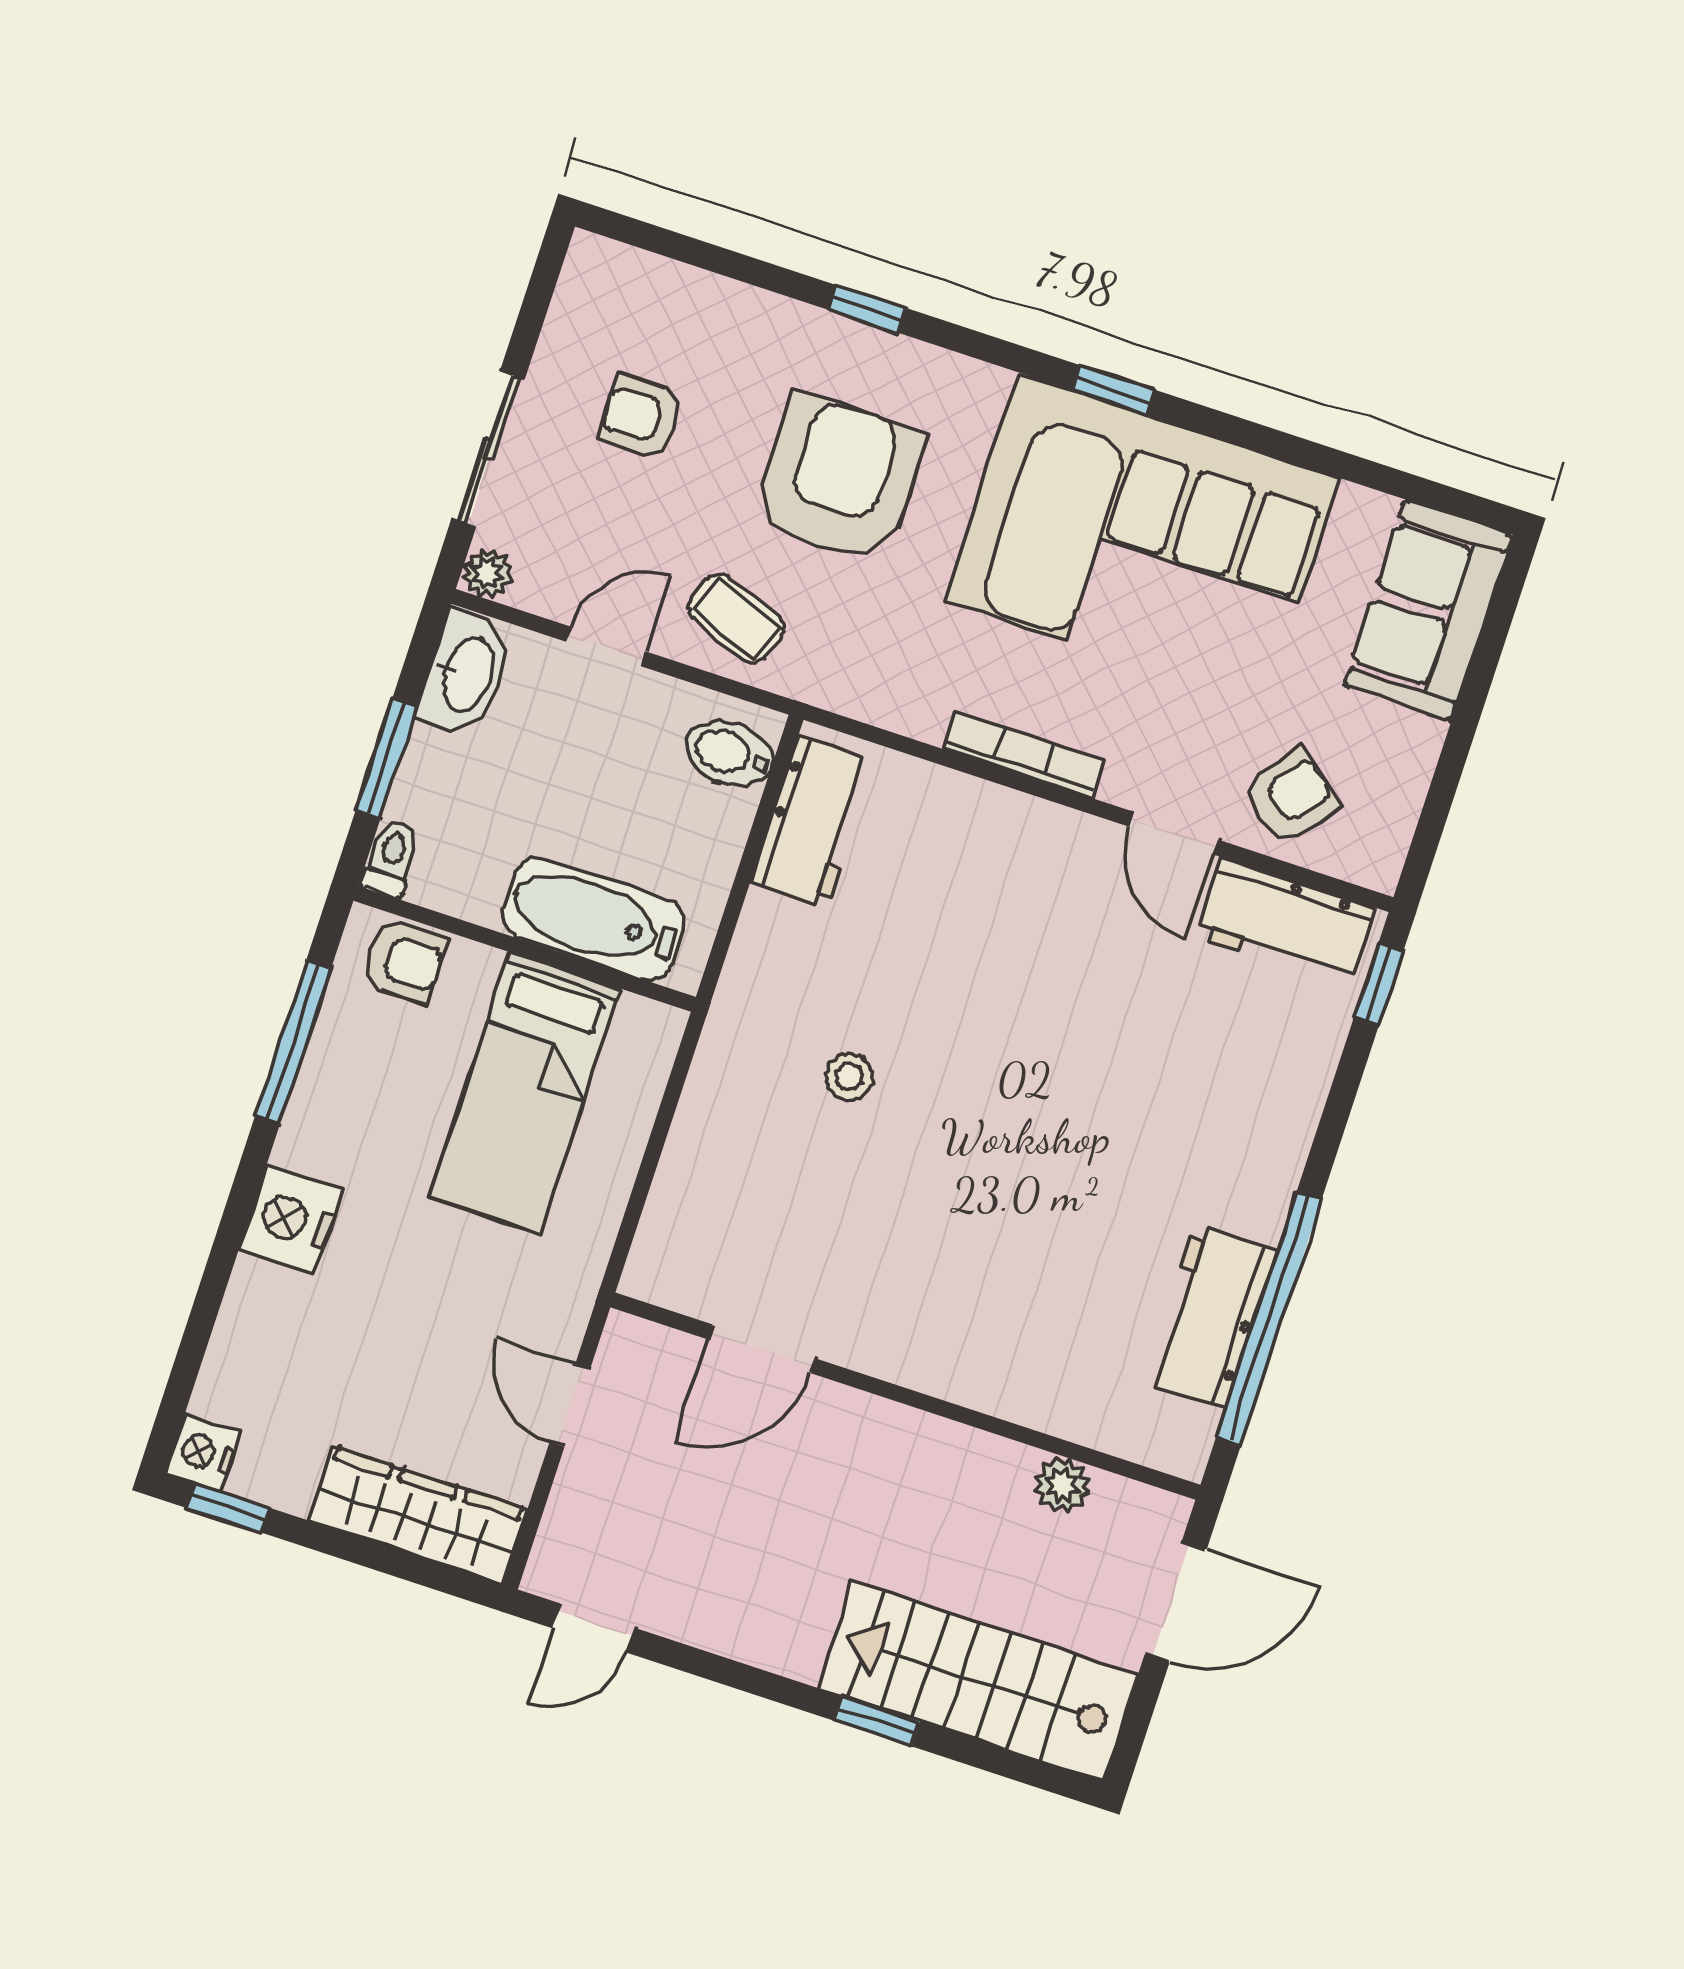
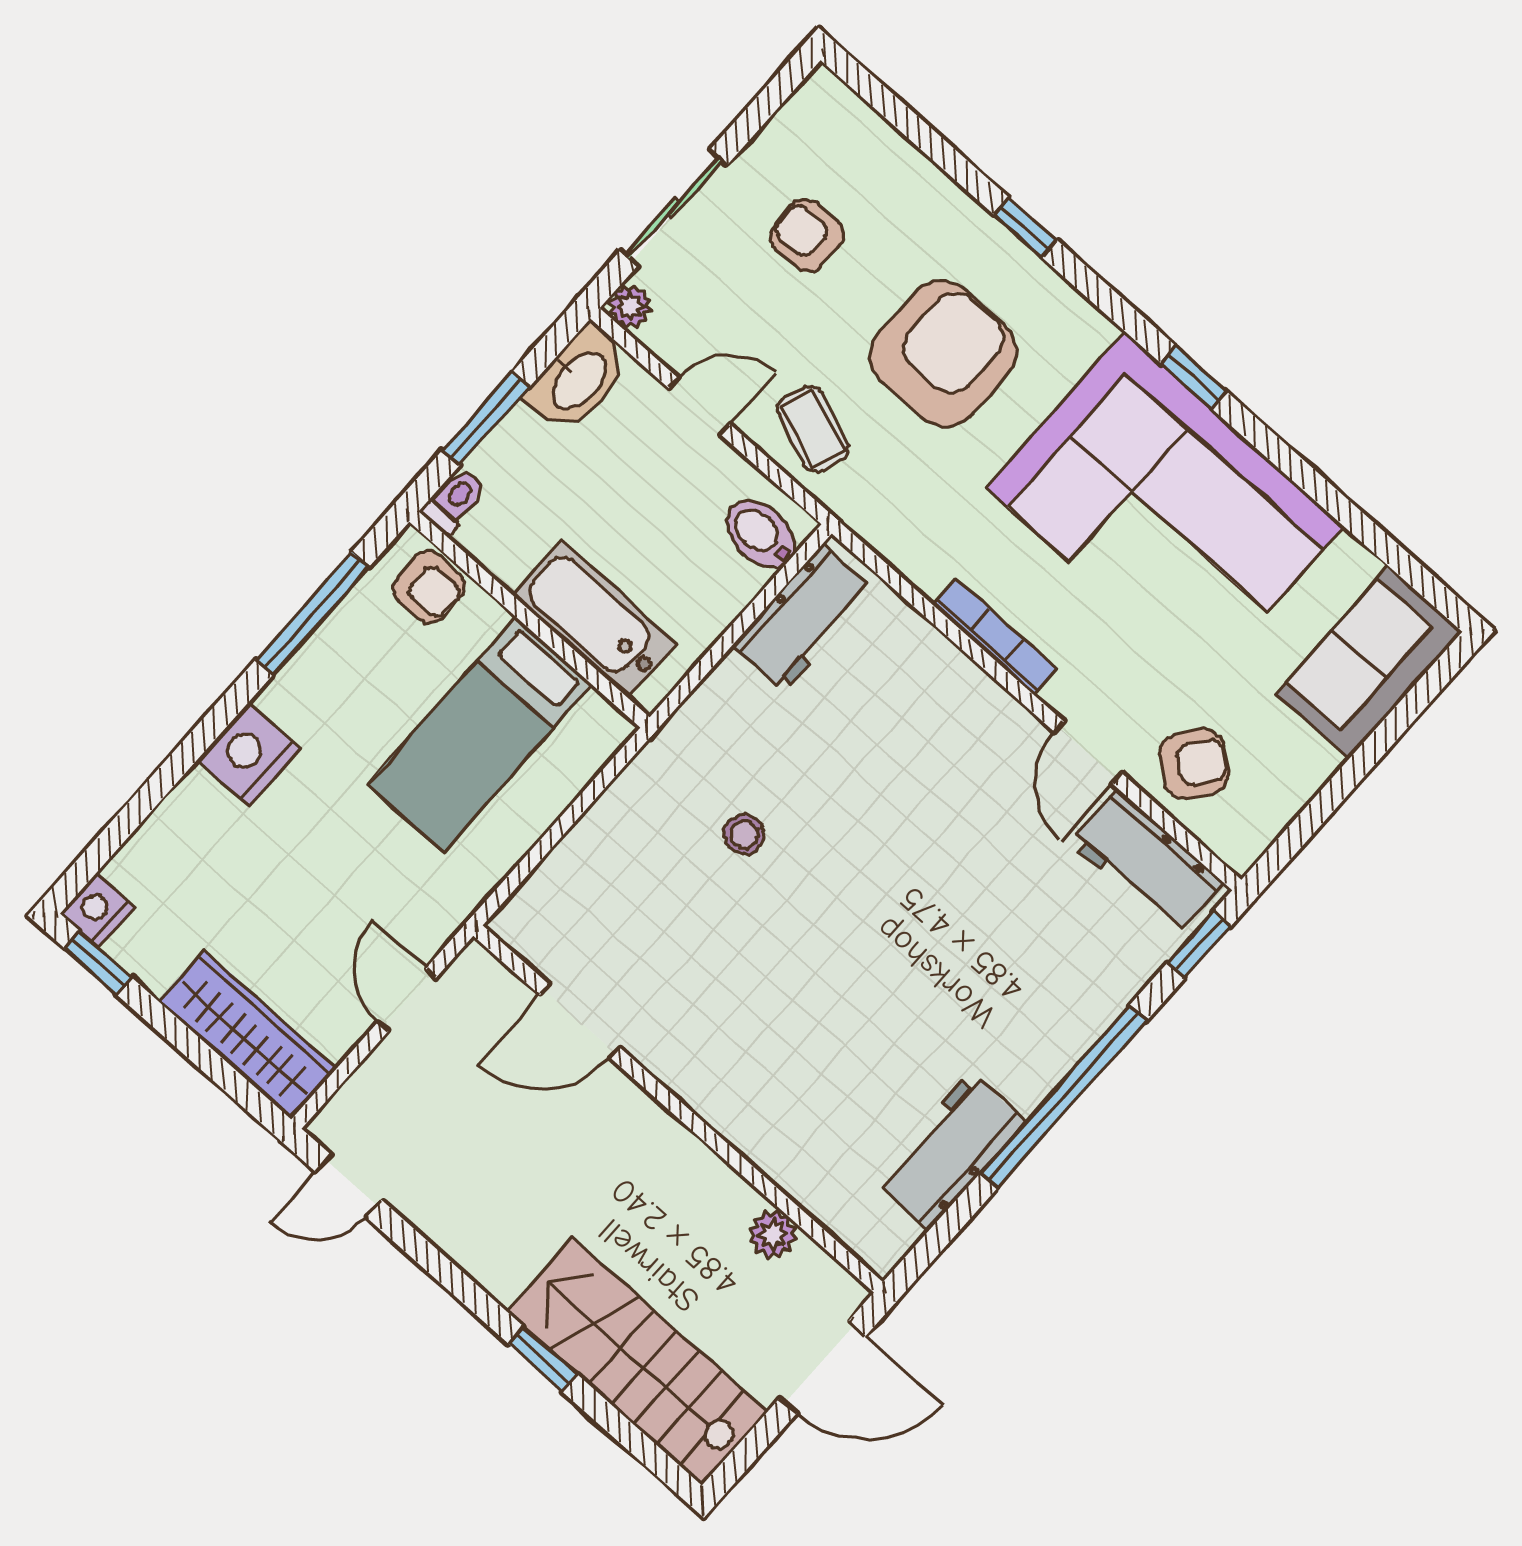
window: (1269, 1318) -> (1063, 1097), moved

